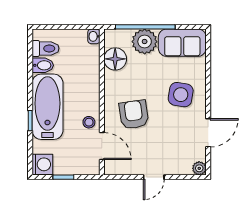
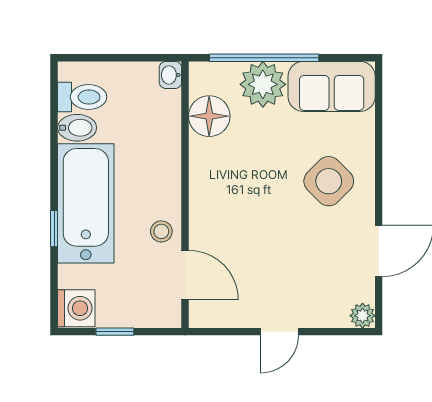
side table: (181, 95) -> (329, 181), turned 36
armchair: (134, 114) -> (243, 217), removed

